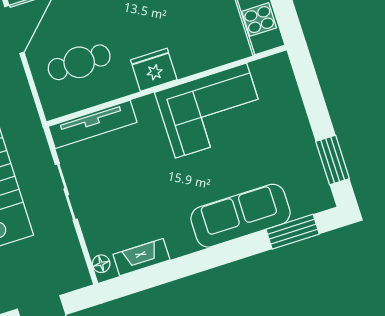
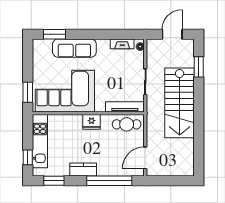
cafe table: (79, 62) -> (127, 124), moved
corner sofa: (211, 111) -> (65, 91), width x1.36, depth x1.36
window: (333, 160) -> (28, 92), moved

